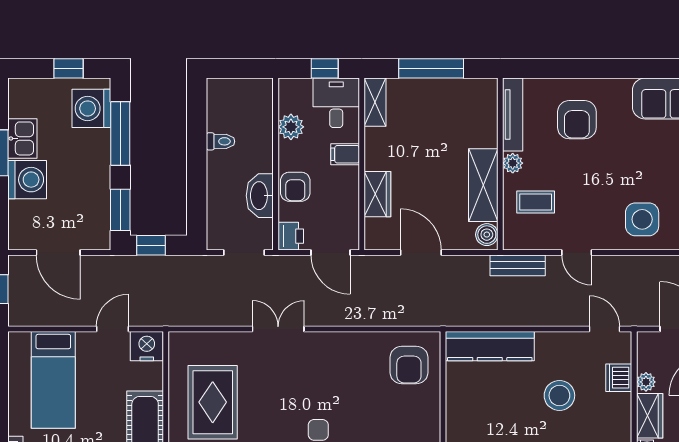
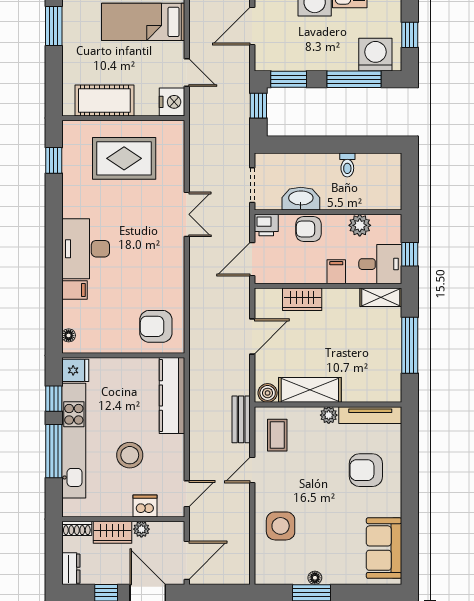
coffee table: (536, 202) -> (277, 435), moved

